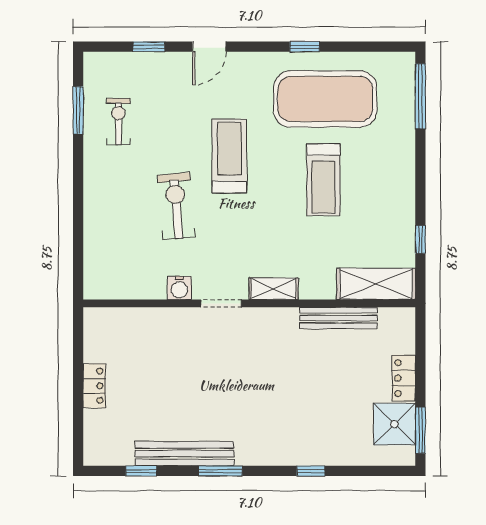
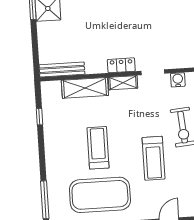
shelving: (376, 284) -> (85, 88), moved
bench: (338, 318) -> (62, 70), moved
locker: (404, 378) -> (121, 65), moved, turned -90

